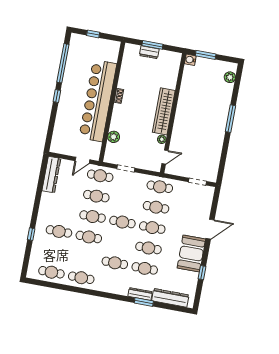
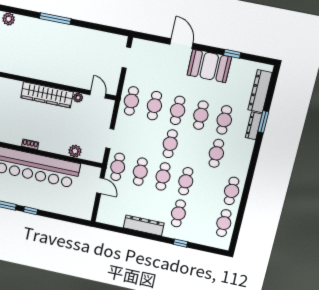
dresser: (51, 175) -> (144, 225), moved

